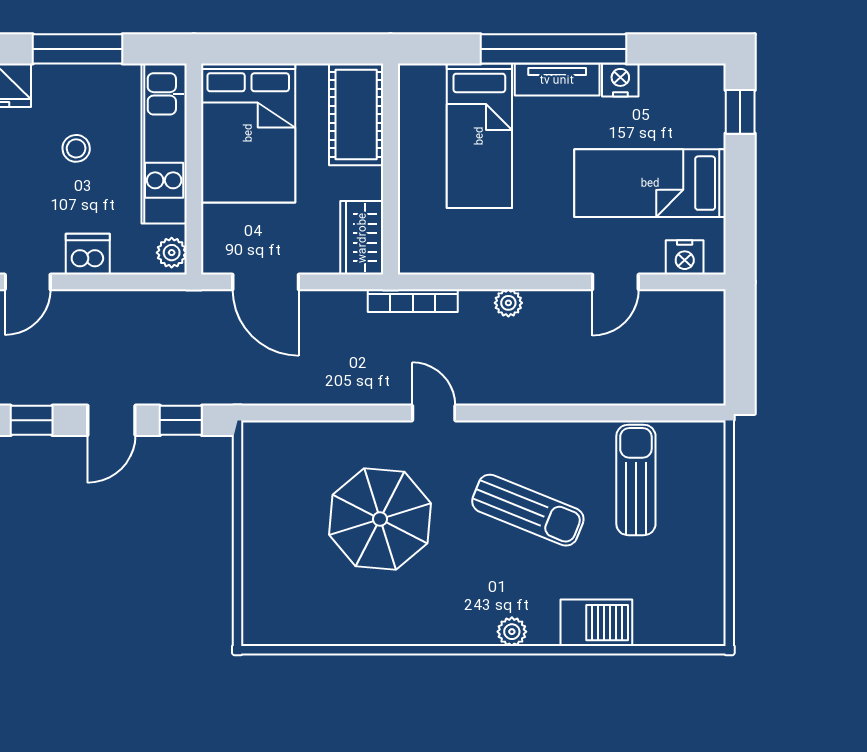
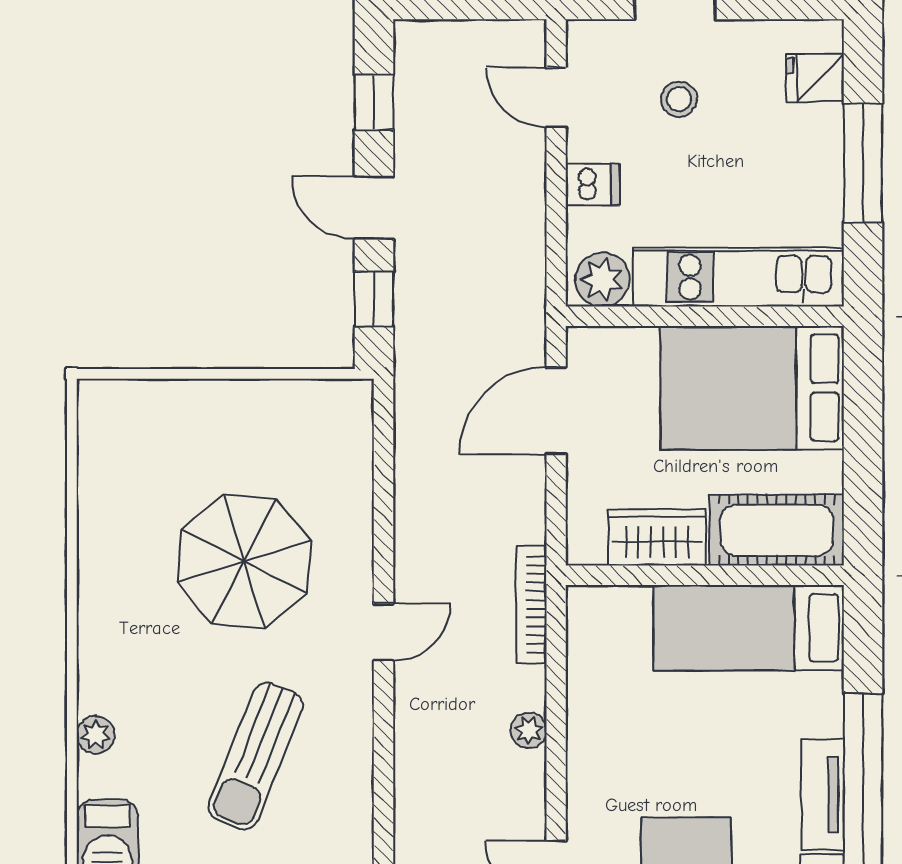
bed: (479, 136) -> (749, 628), moved
stool: (76, 148) -> (679, 99), moved
wardrobe: (362, 238) -> (657, 537), moved
plant: (172, 253) -> (602, 280), width x1.38, depth x1.38
dishwasher: (88, 254) -> (593, 185), width x0.73

